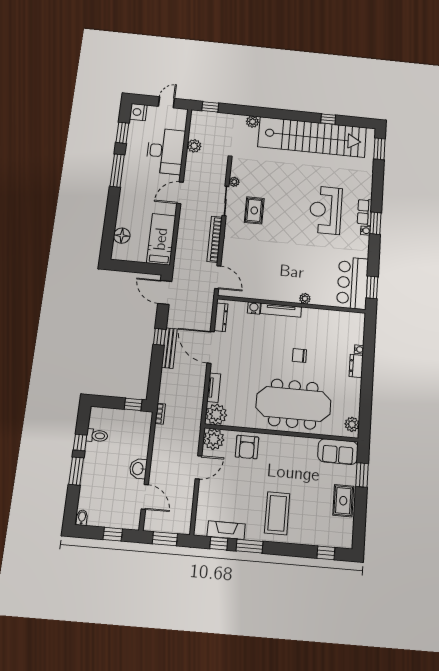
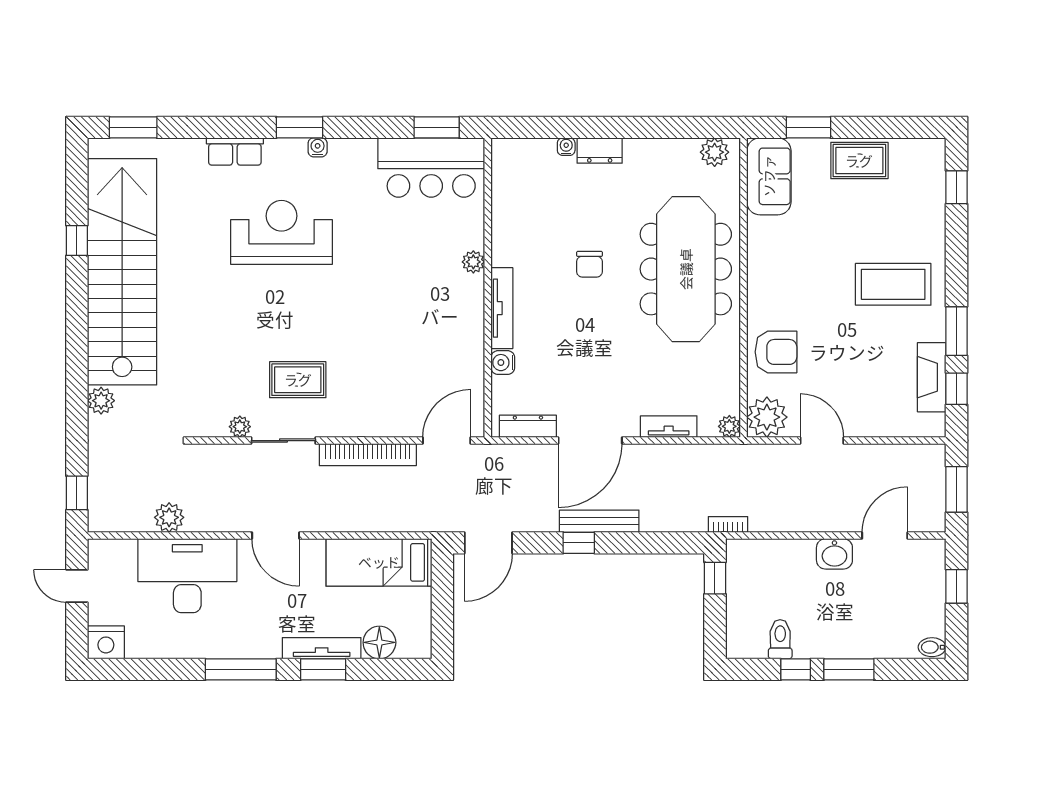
window: (122, 133) -> (323, 669), moved
tv unit: (123, 208) -> (322, 648), added
reception desk: (326, 210) -> (281, 232), turned 180
row of seats: (364, 212) -> (235, 151), moved
plant: (216, 414) -> (729, 426), width x0.53, depth x0.53

